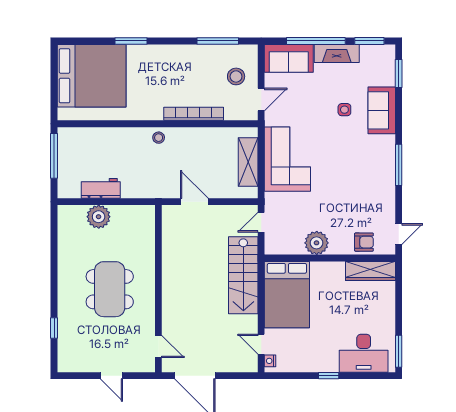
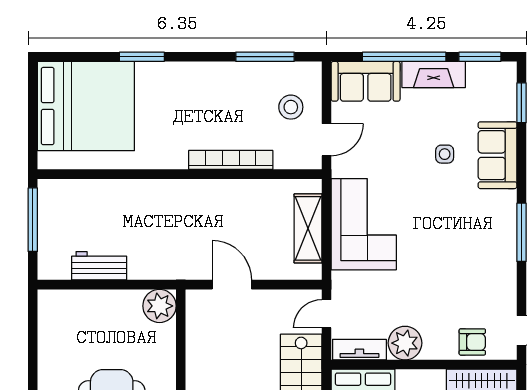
stool: (159, 138) -> (181, 194), removed
plant: (99, 217) -> (159, 306), moved
tv unit: (284, 247) -> (359, 350), added

